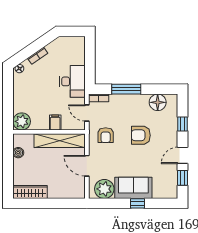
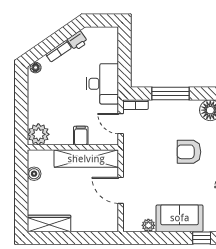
printer: (53, 47) -> (78, 41), added
armchair: (106, 135) -> (144, 152), removed
plant: (104, 189) -> (148, 225), width x0.53, depth x0.53
window: (138, 203) -> (202, 238), moved

